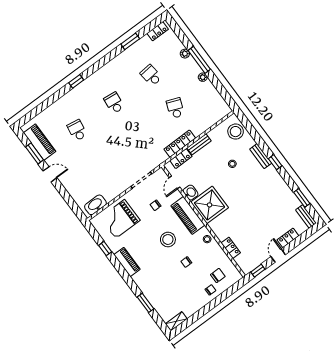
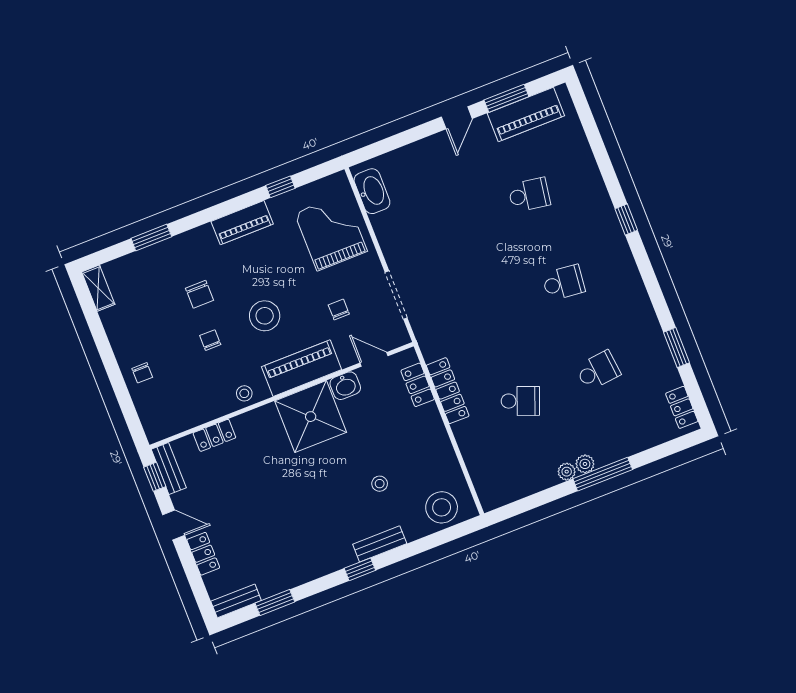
plant: (185, 54) -> (585, 464), moved
bench: (199, 144) -> (169, 468), moved
chair: (218, 276) -> (200, 294), moved

